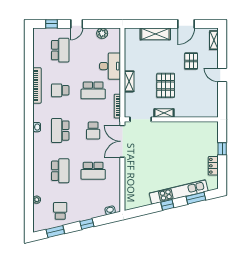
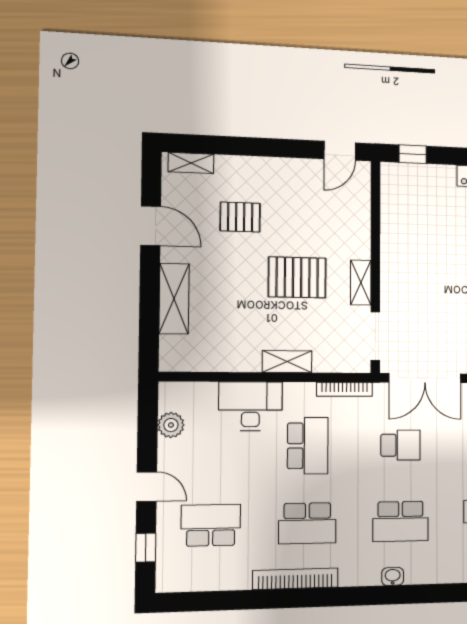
door: (222, 75) -> (340, 151), moved
school desk: (60, 90) -> (307, 523), width x1.85
window: (222, 149) -> (413, 154), moved

